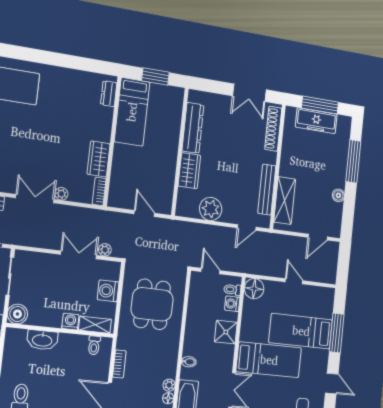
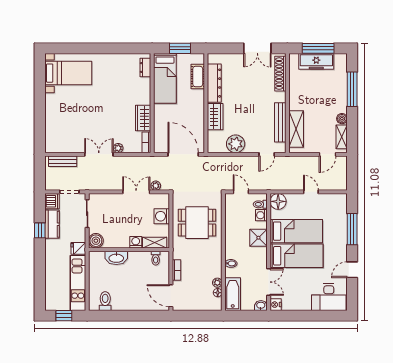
cot: (173, 116) -> (198, 76), added
door: (144, 214) -> (183, 154), width x1.88
shelving: (336, 218) -> (342, 137), added
dining table: (152, 304) -> (197, 223), turned 90
bed: (301, 331) -> (296, 231), moved, turned 180
door: (332, 384) -> (352, 270), swing flipped

